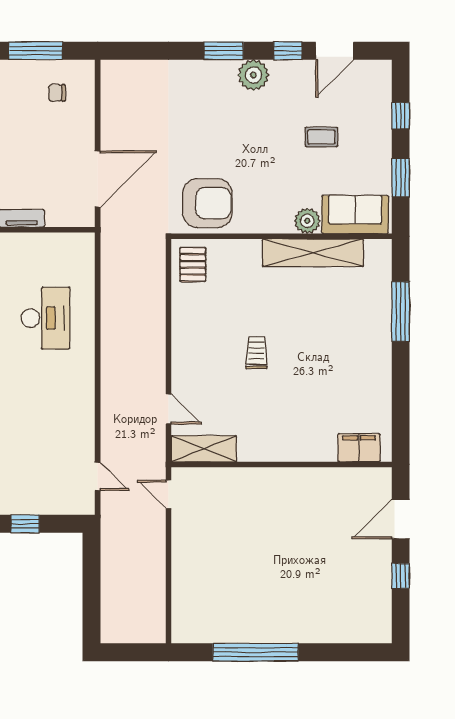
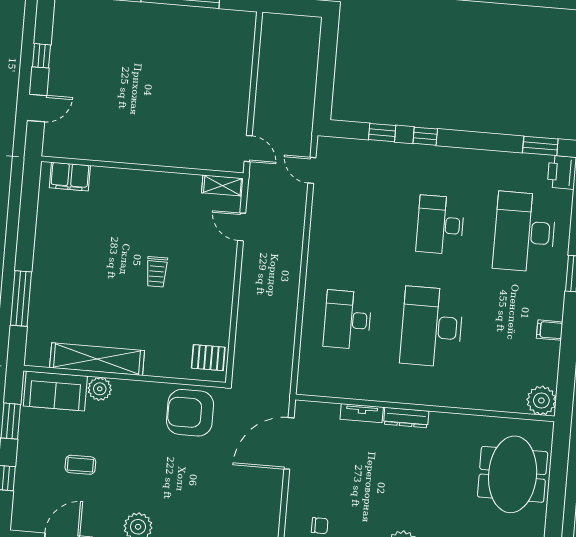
pallet: (193, 264) -> (208, 358), turned 90
shelving: (204, 449) -> (222, 186), width x0.67, depth x0.75
door: (401, 519) -> (37, 108), width x0.73

